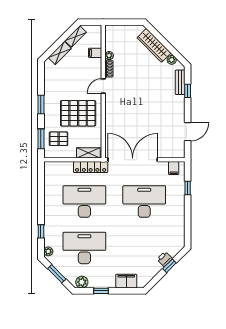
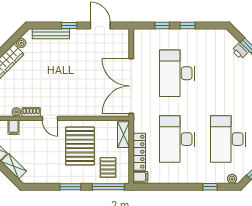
bench: (180, 82) -> (51, 34), width x1.36
window: (188, 91) -> (69, 25), moved
window: (41, 139) -> (108, 187), width x1.44
locker: (91, 167) -> (139, 152), moved
filing cabinet: (174, 168) -> (140, 177), moved
window: (188, 211) -> (188, 25), added

